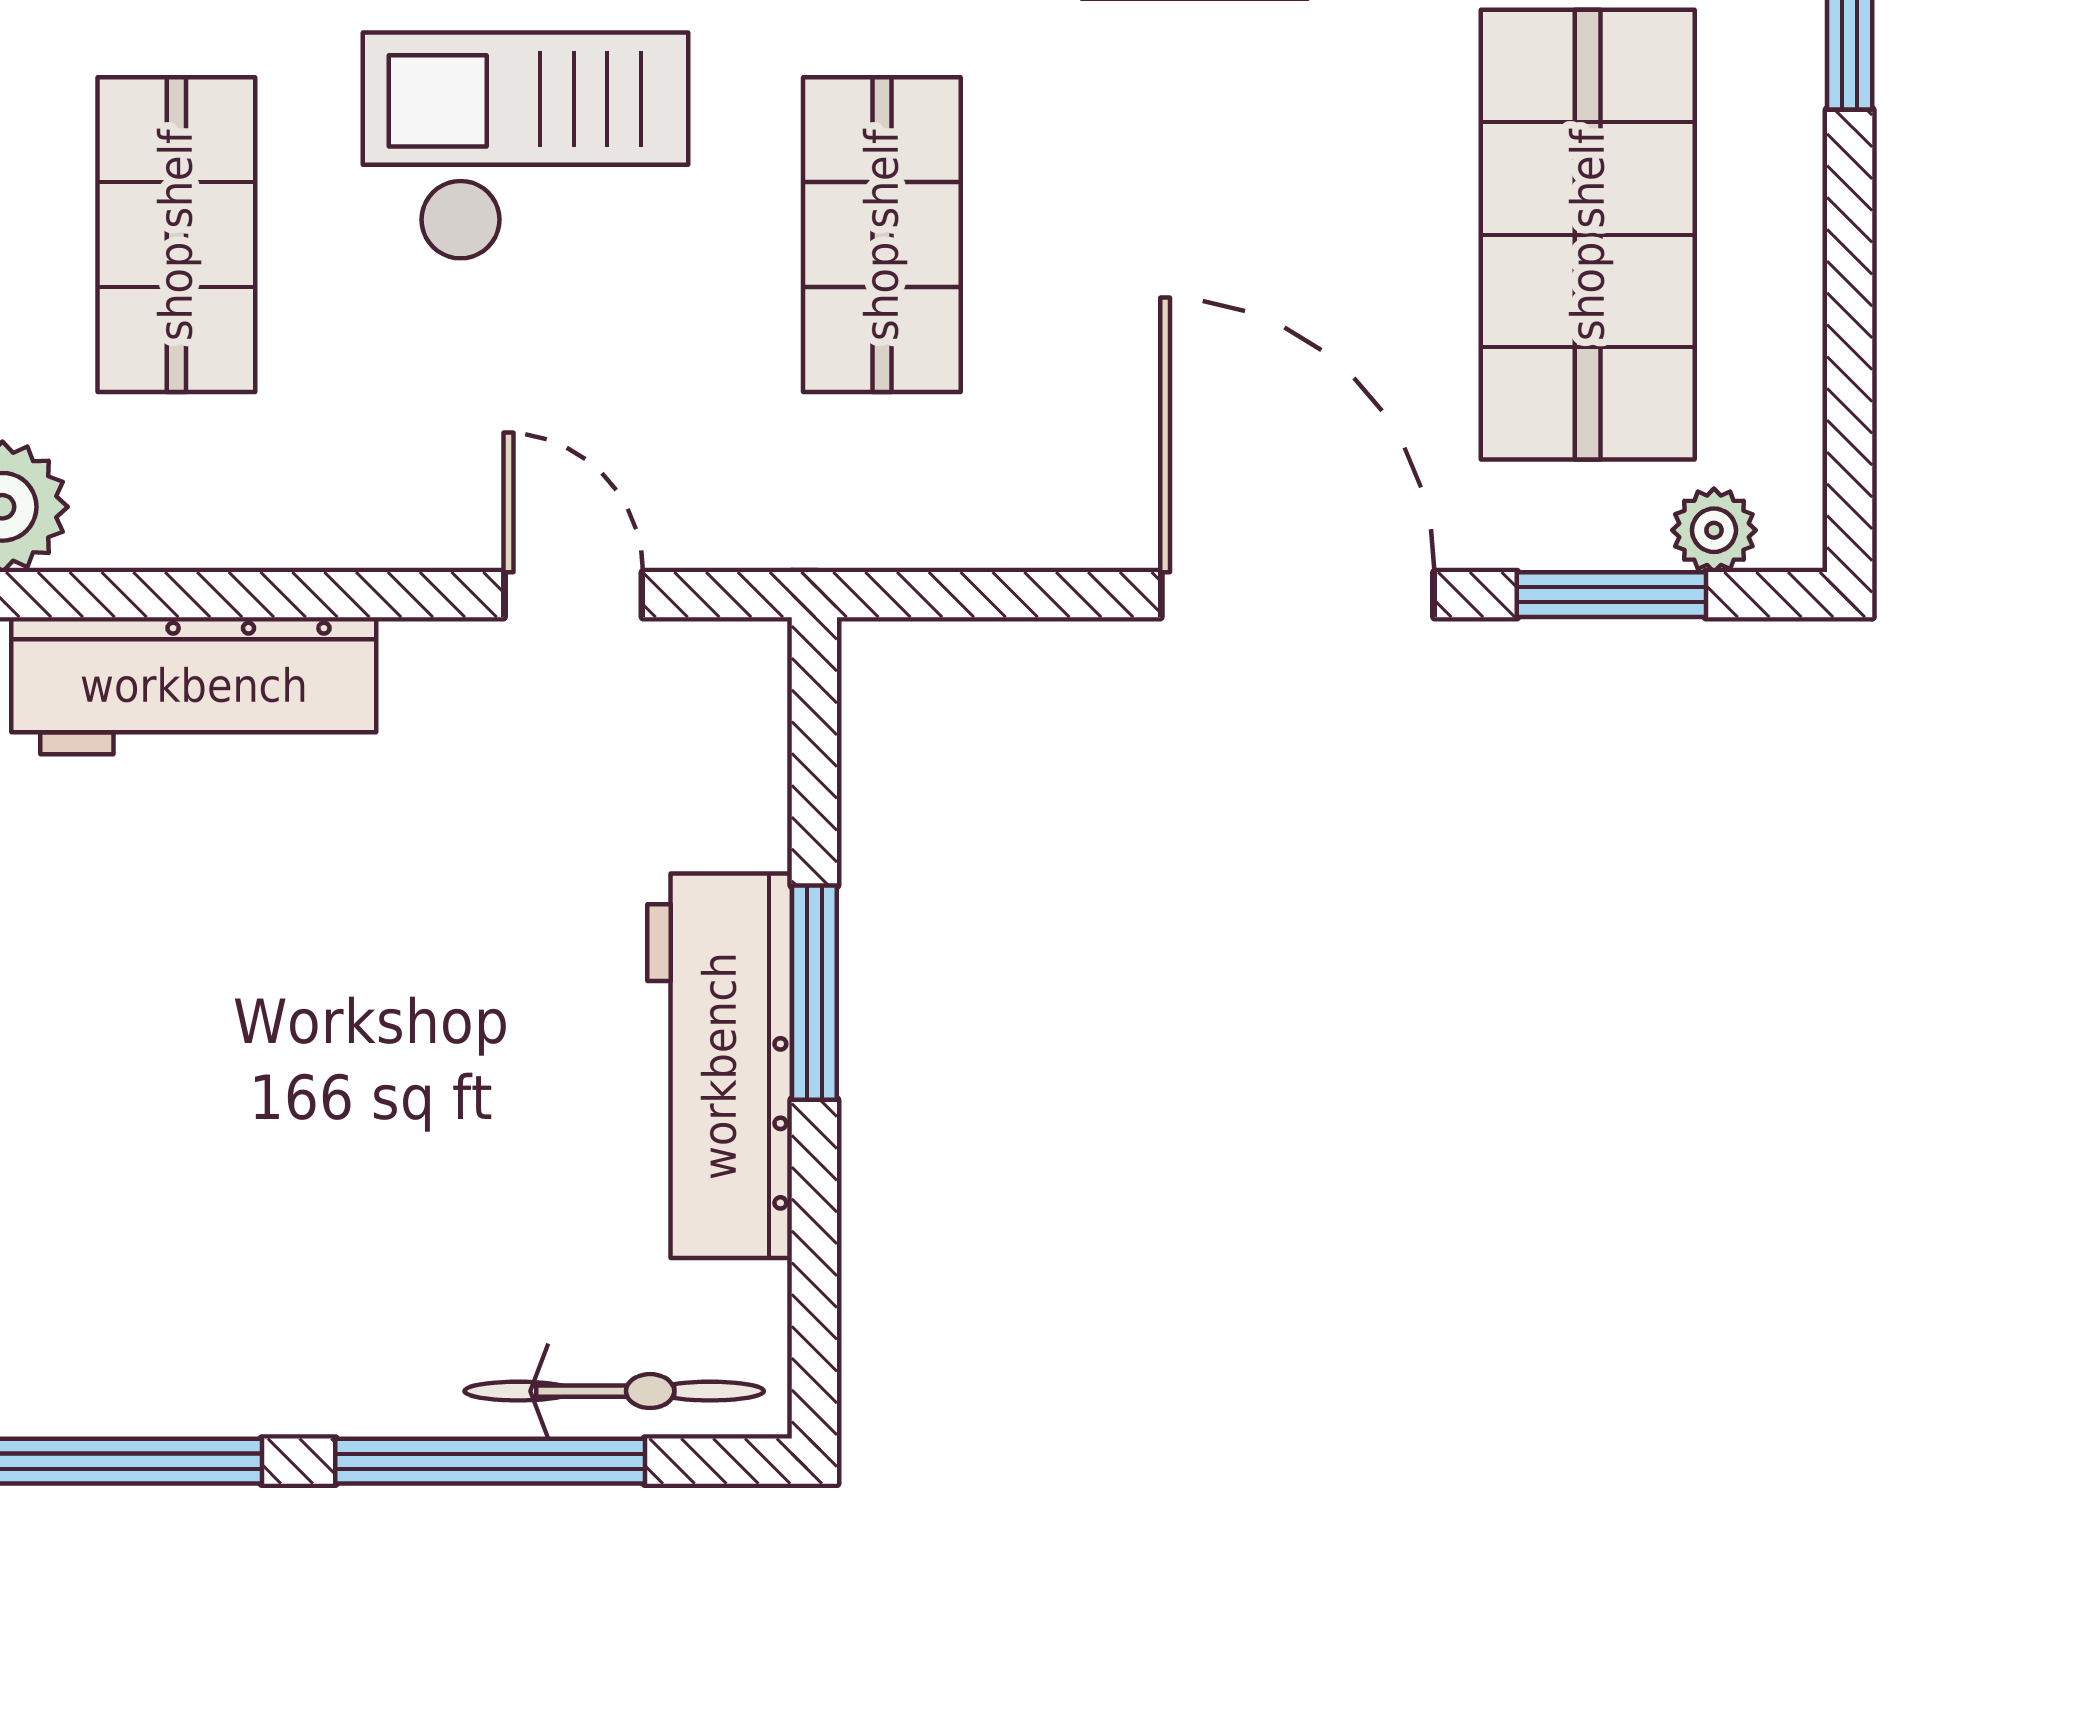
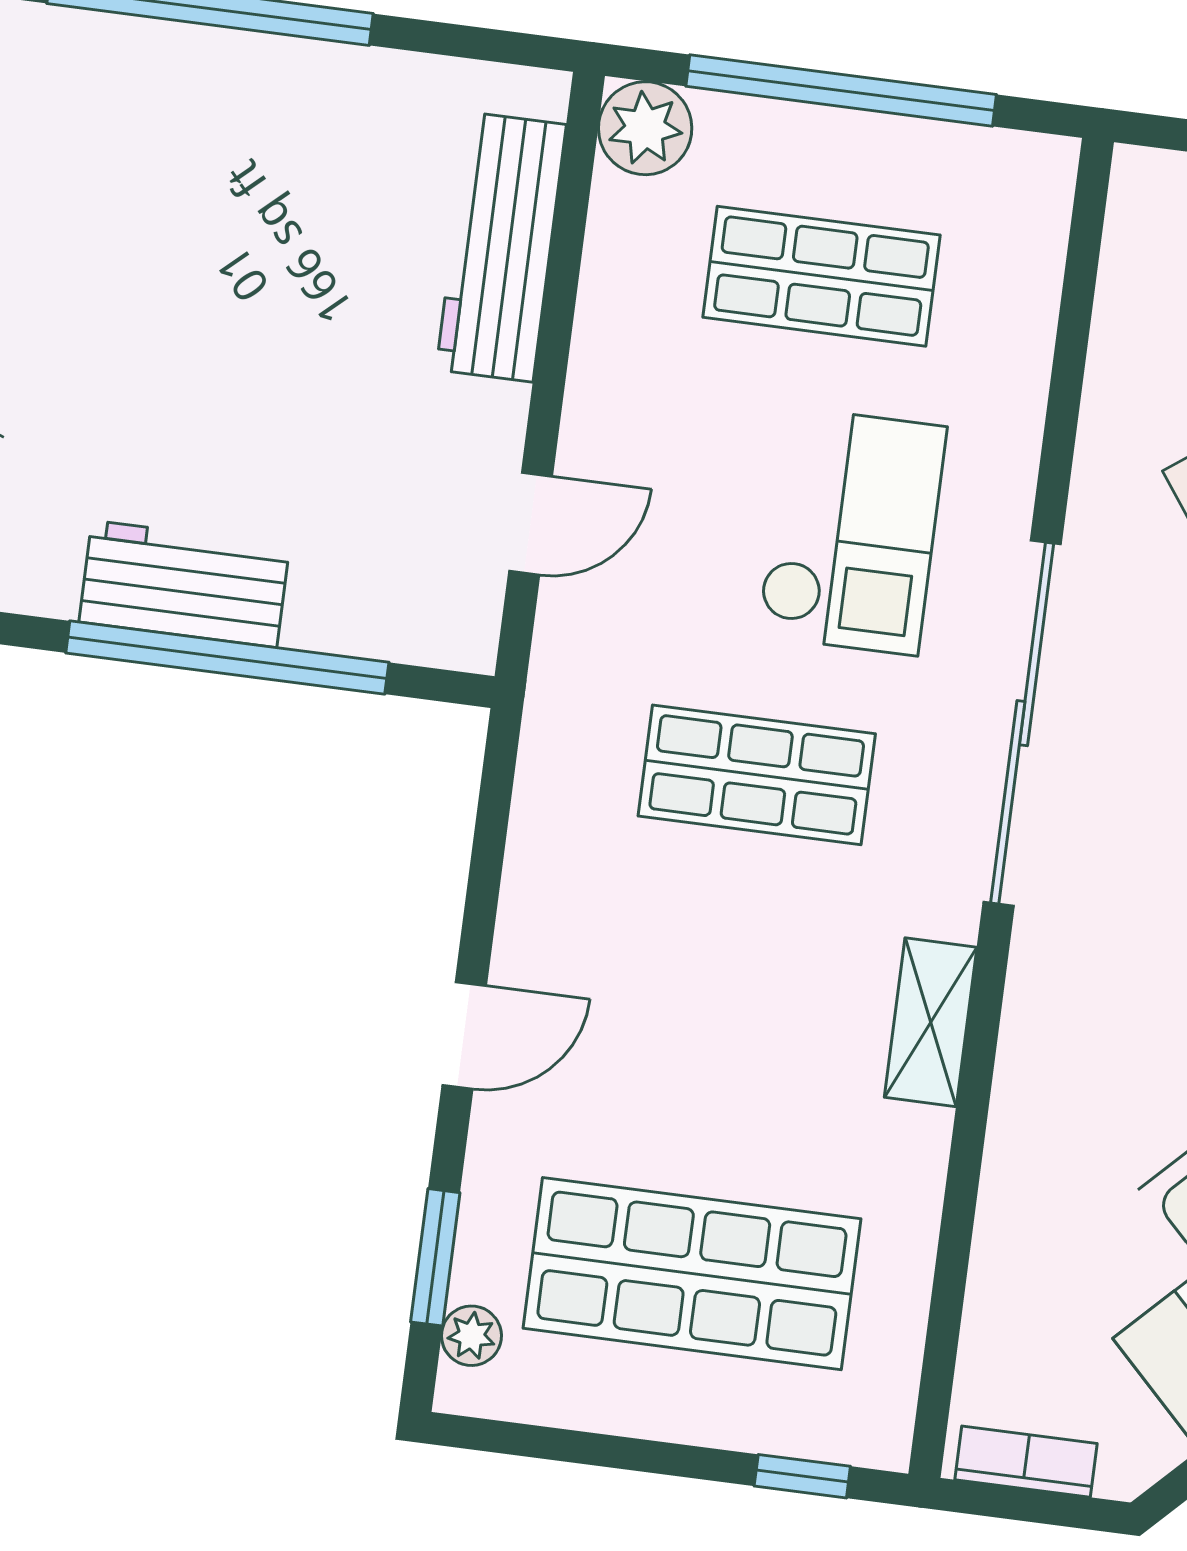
door: (1297, 595) -> (464, 1035), width x0.53
window: (814, 993) -> (227, 658), width x2.11
workbench: (720, 1066) -> (184, 584), width x0.73

